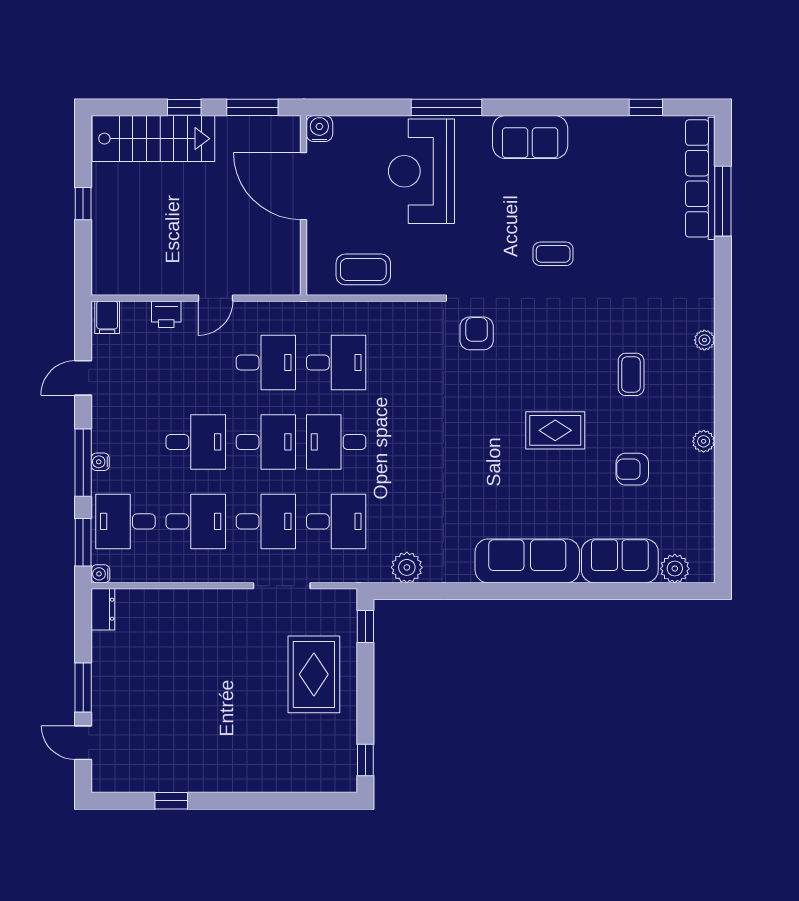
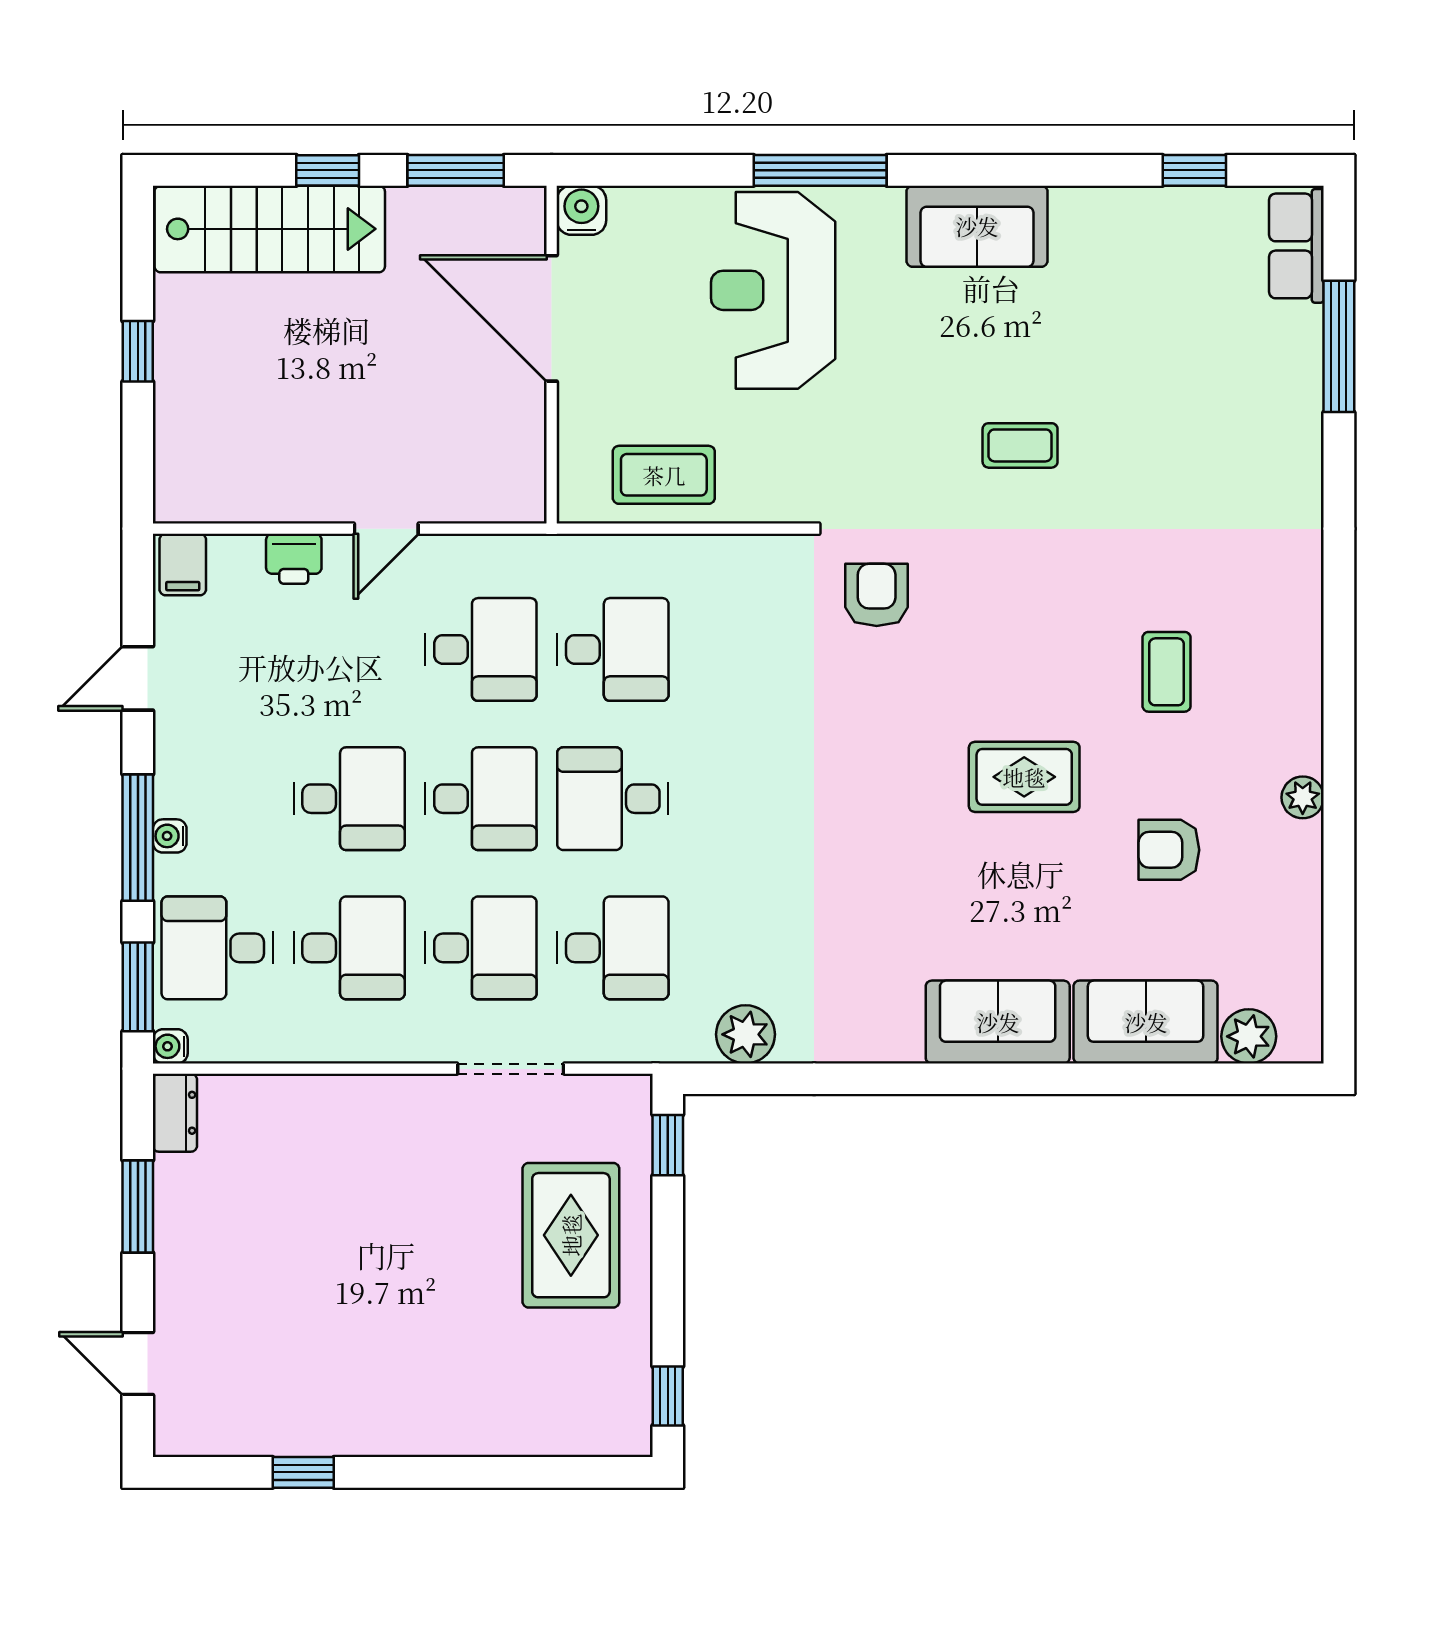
row of seats: (700, 178) -> (1296, 246), width x0.50
plant: (704, 340) -> (1304, 607), removed
sofa: (527, 561) -> (998, 1022), width x0.73
window: (83, 687) -> (138, 1207), moved

